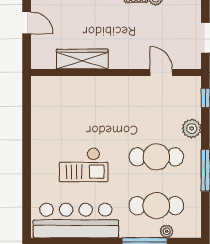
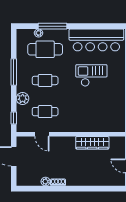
cafe table: (156, 108) -> (45, 112), added
cafe table: (156, 157) -> (45, 80), width x0.73, depth x0.74

